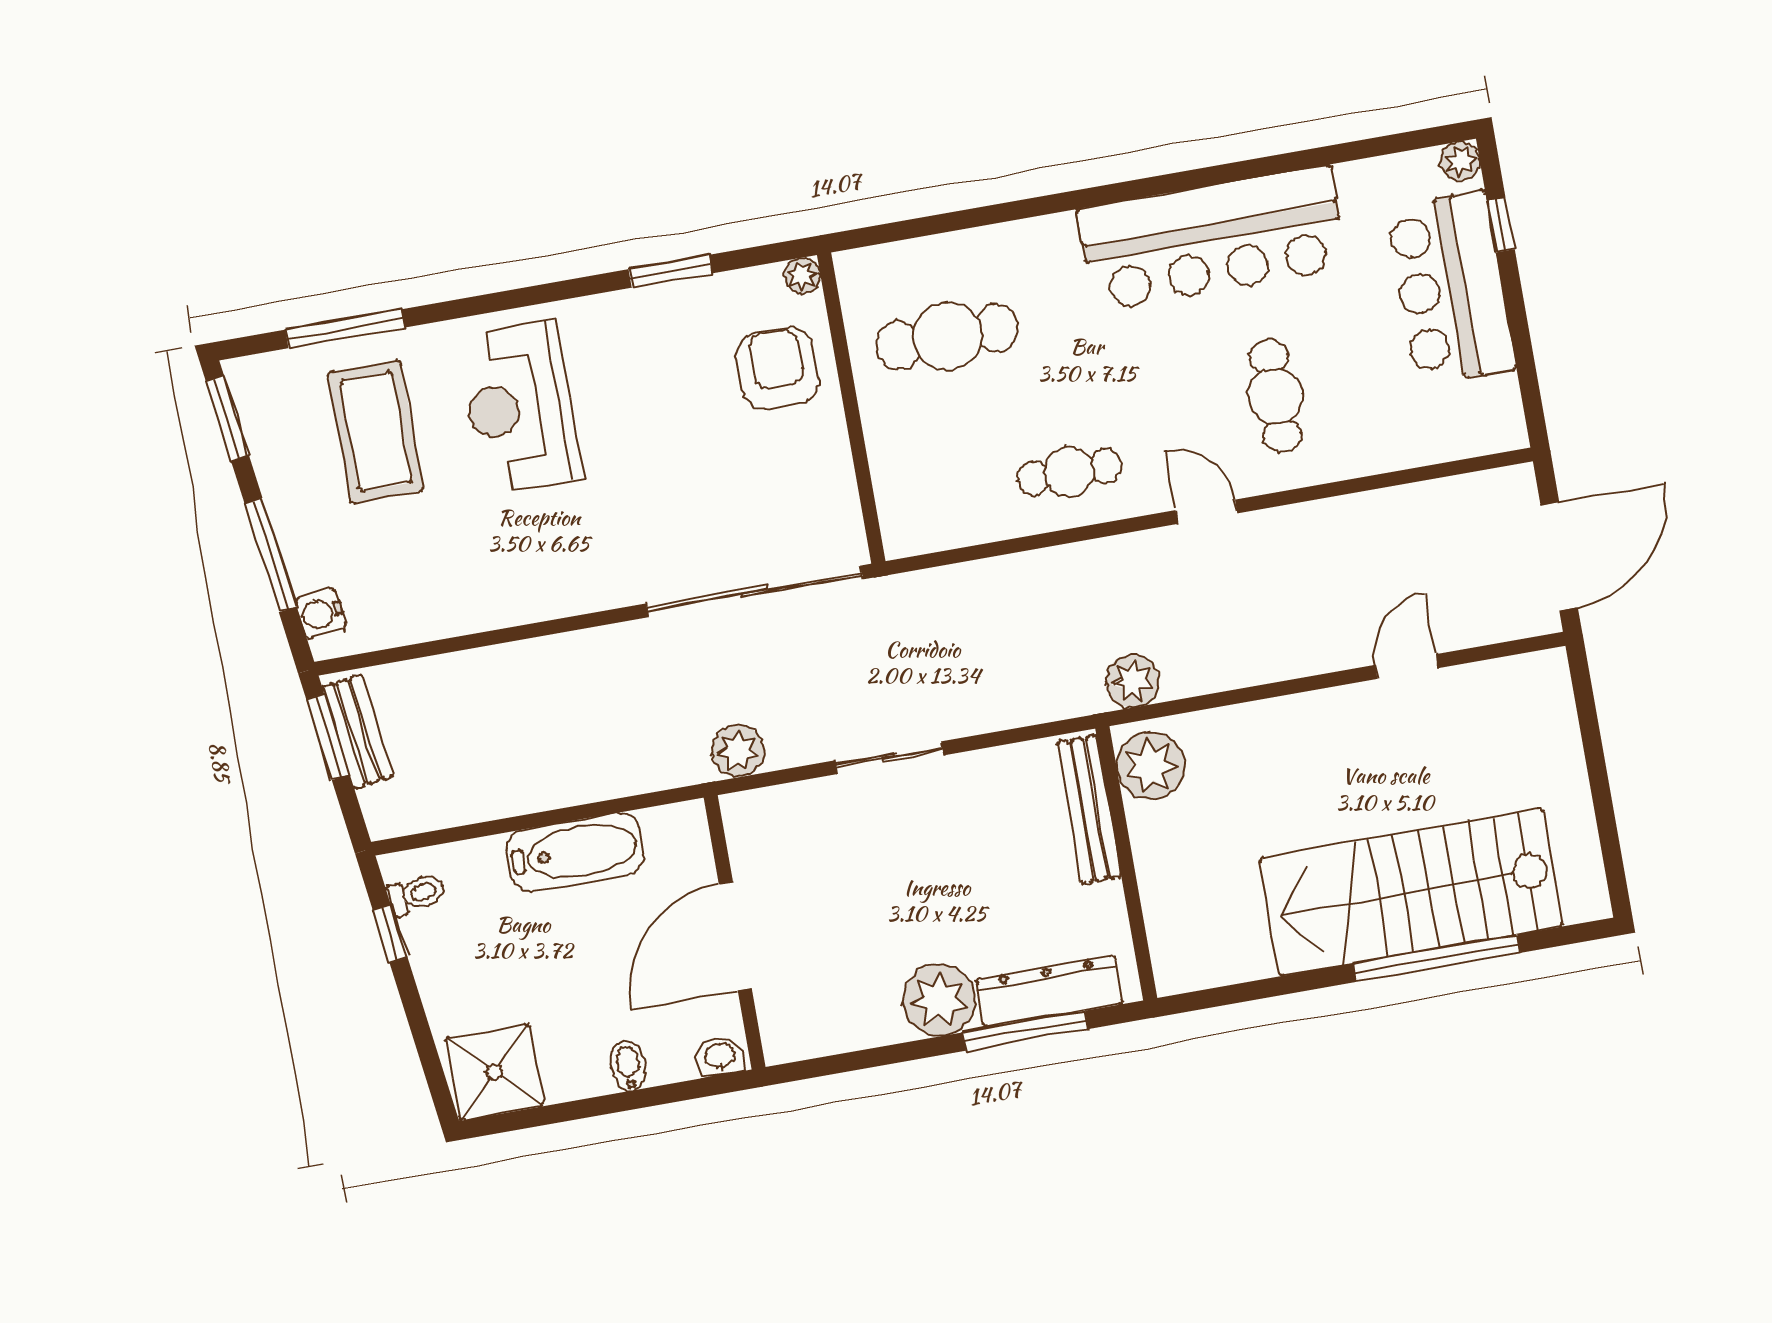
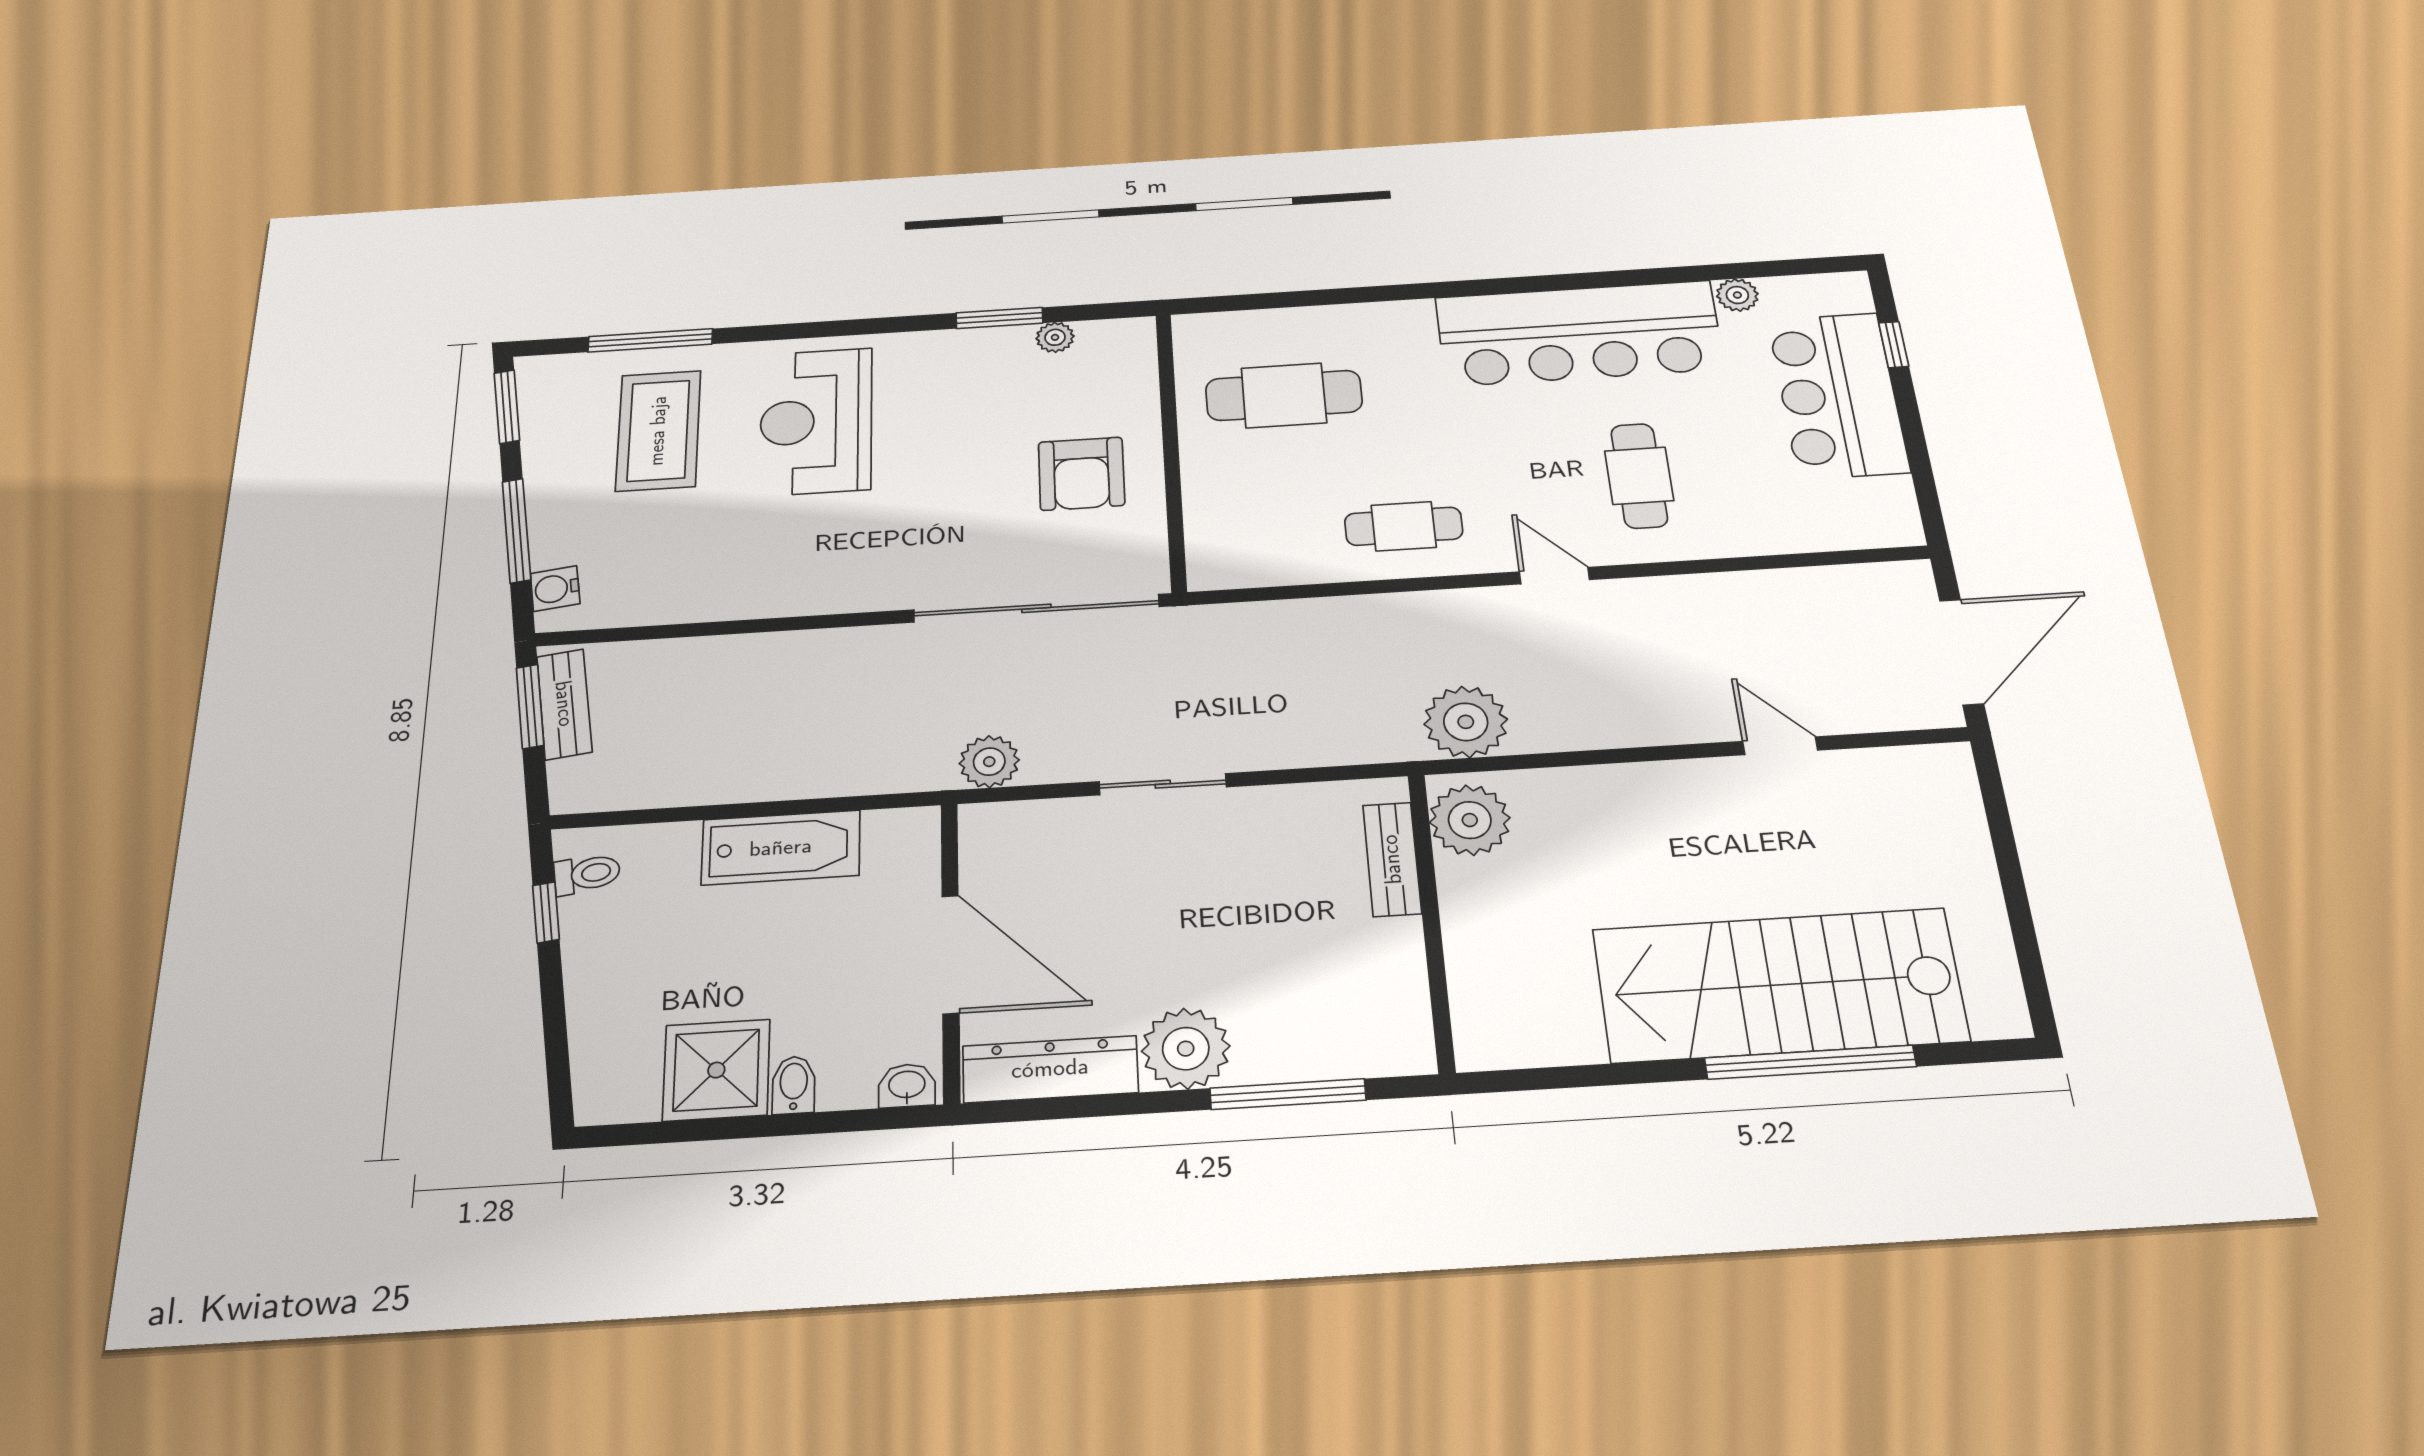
plant: (1460, 161) -> (1737, 295), moved
plant: (803, 276) -> (1055, 337), moved
armchair: (778, 368) -> (1081, 474), moved, turned 180
door: (1407, 667) -> (1780, 746), hinge flipped
plant: (1132, 681) -> (1466, 722), width x1.36, depth x1.36
bench: (1089, 810) -> (1392, 859), width x0.73
door: (735, 936) -> (951, 954), swing flipped
dresser: (1049, 992) -> (1050, 1069), moved
shower: (494, 1072) -> (716, 1070), moved

